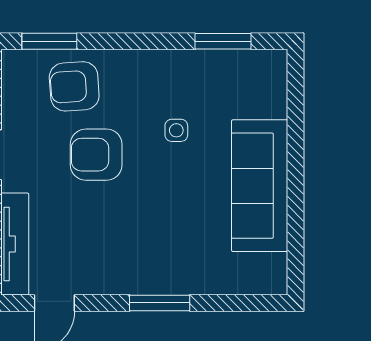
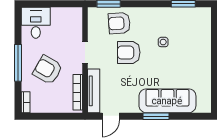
sofa: (260, 186) -> (167, 101), moved, turned 90

